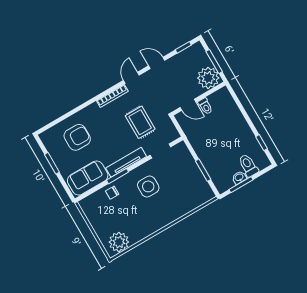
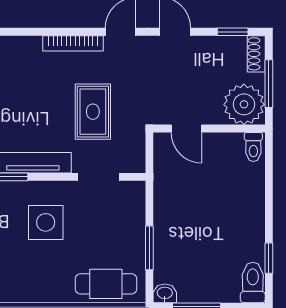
shoe rack: (200, 51) -> (256, 54), added
toilet: (205, 106) -> (253, 147), moved
toilet: (248, 165) -> (253, 283), moved
washbasin: (239, 177) -> (165, 293), moved
cafe table: (193, 199) -> (106, 284), added

